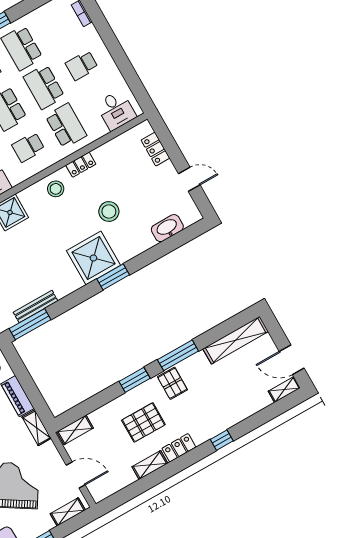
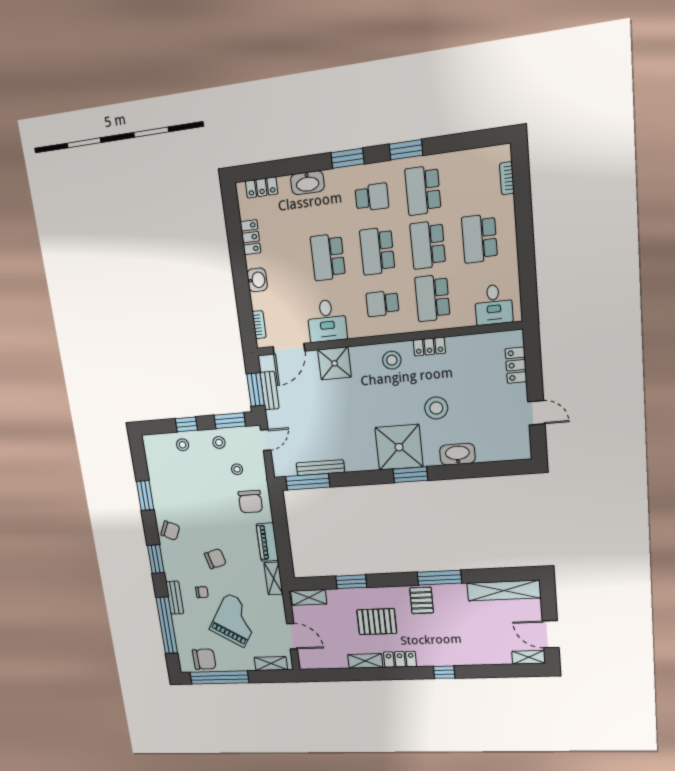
school desk: (82, 65) -> (479, 239), width x1.85
school desk: (66, 126) -> (432, 298), turned 180
washbasin: (167, 228) -> (458, 454), moved
window: (135, 380) -> (351, 582), moved

